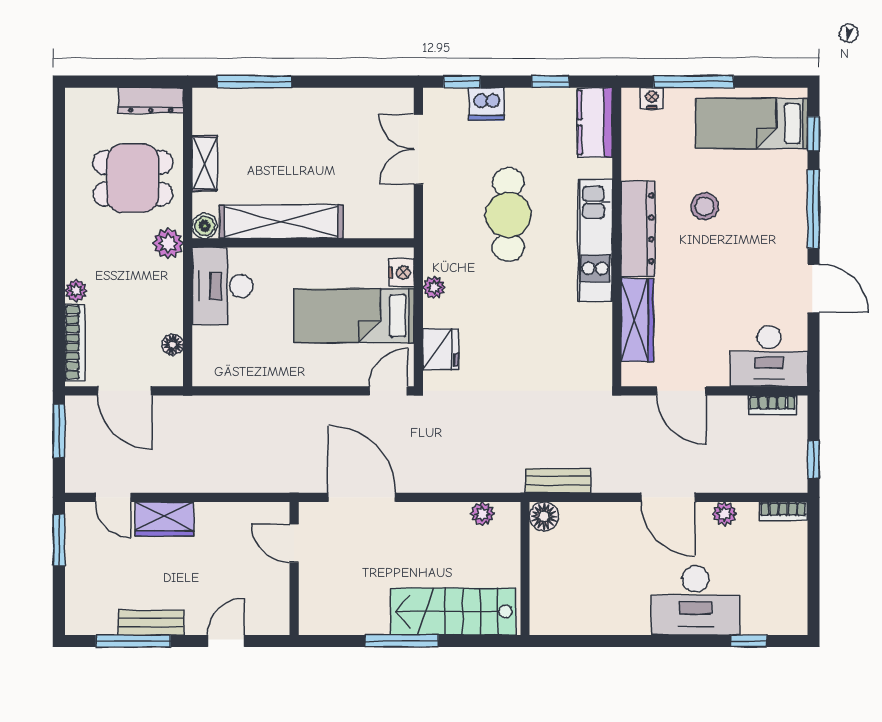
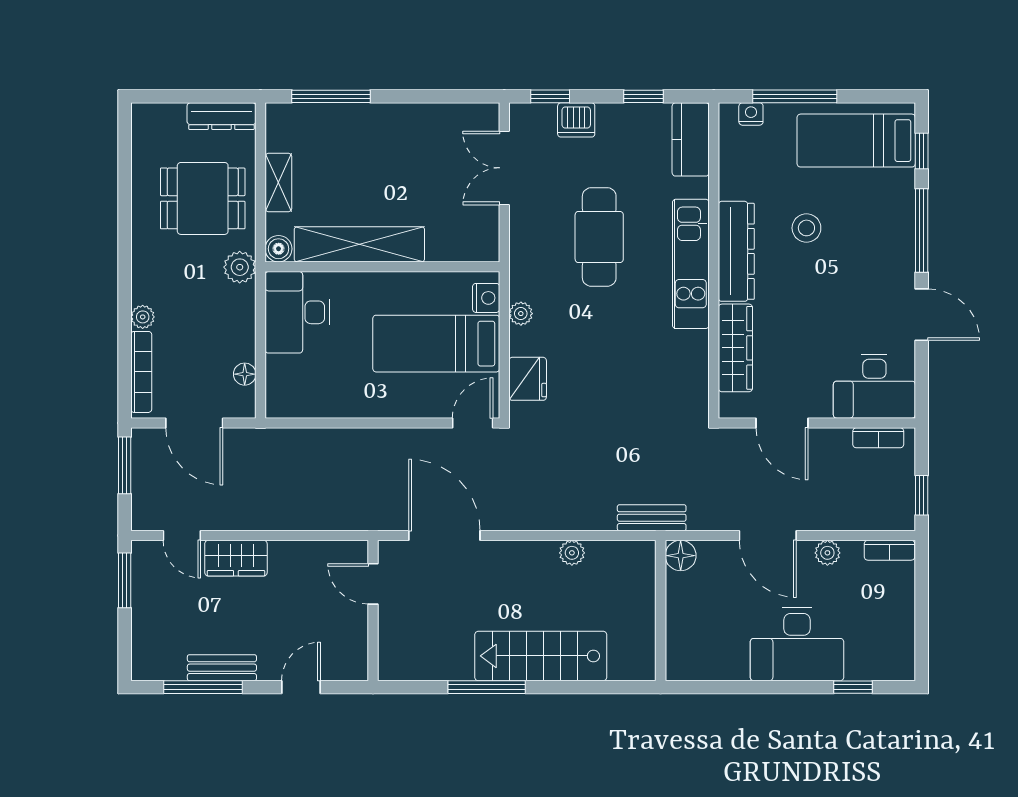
floor lamp: (544, 516) -> (681, 556), moved
wall: (525, 568) -> (661, 610), moved

